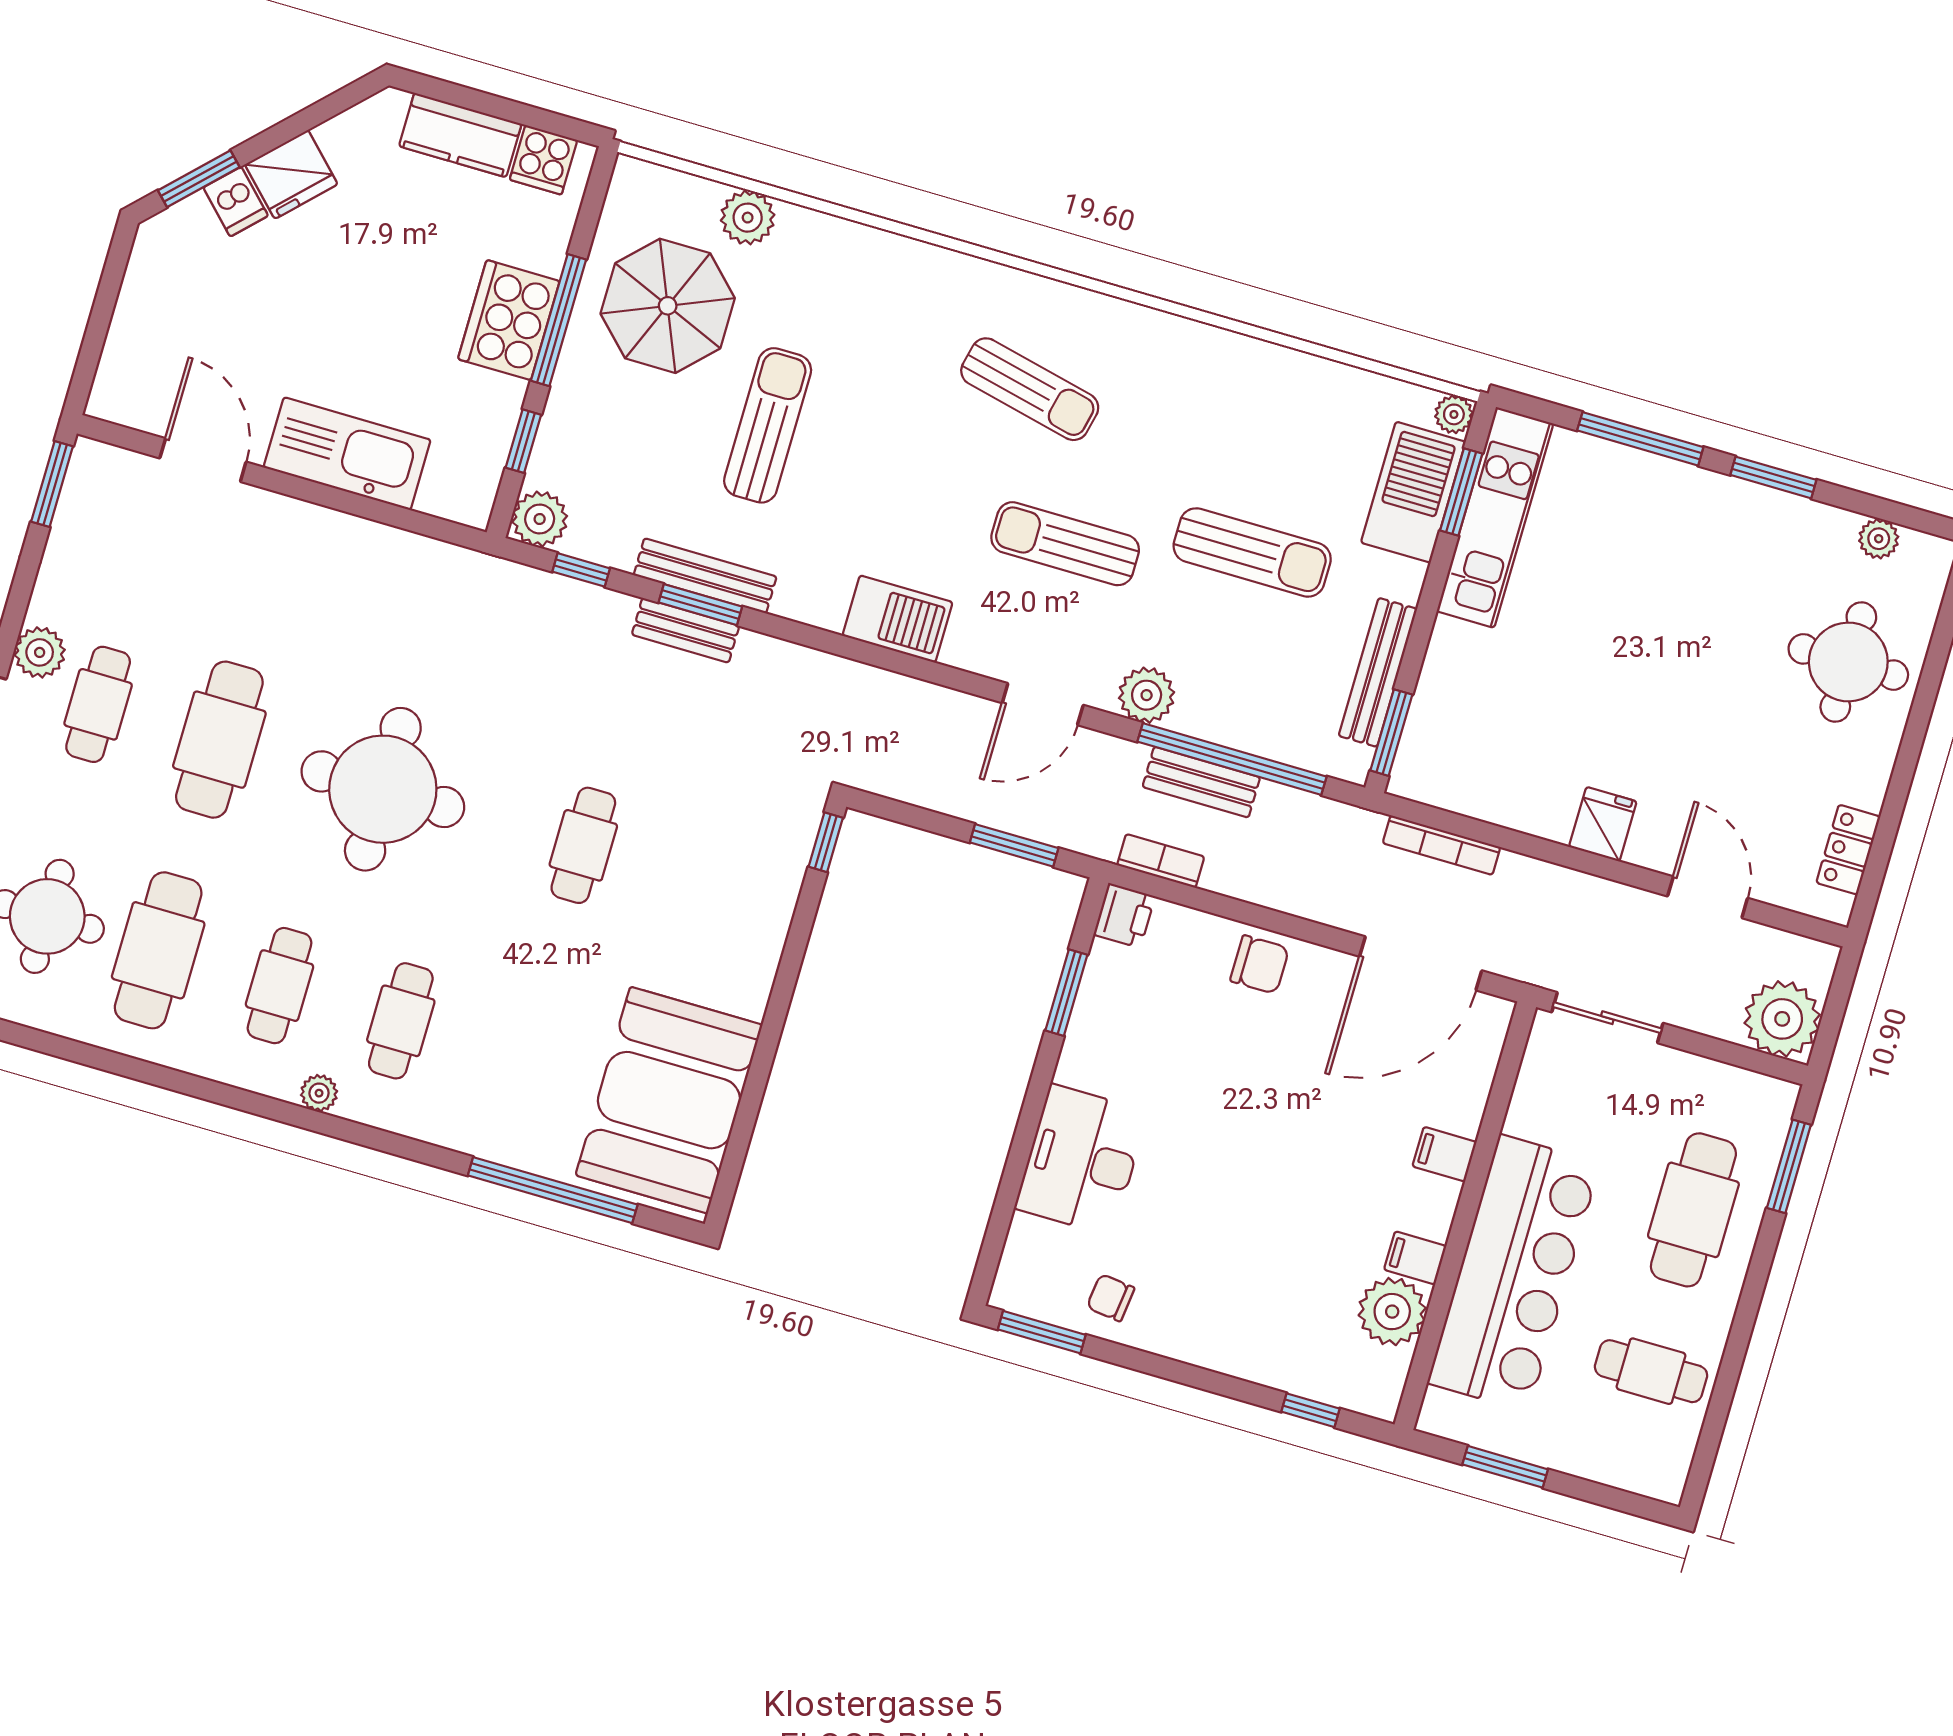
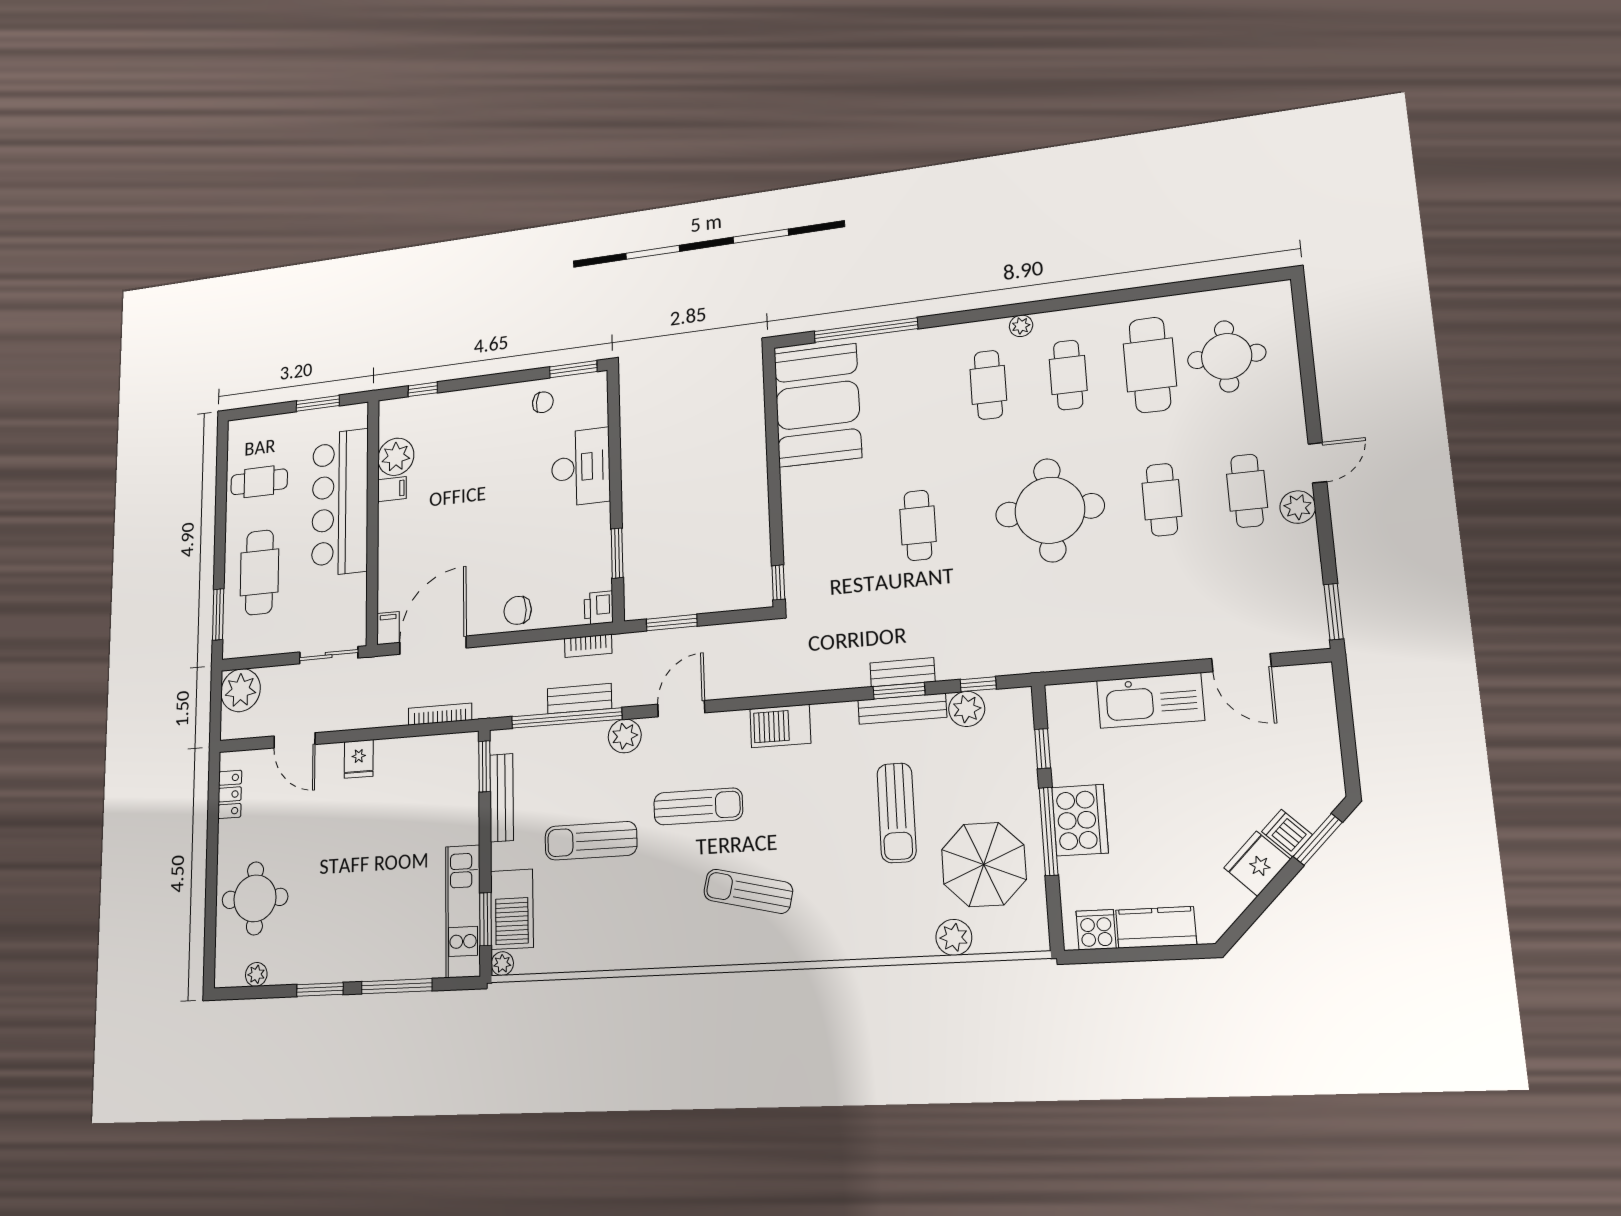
plant: (540, 519) -> (967, 709), moved
cafe table: (219, 740) -> (1162, 500), width x0.73, depth x0.74
filing cabinet: (1444, 1154) -> (388, 628), moved, turned -90

